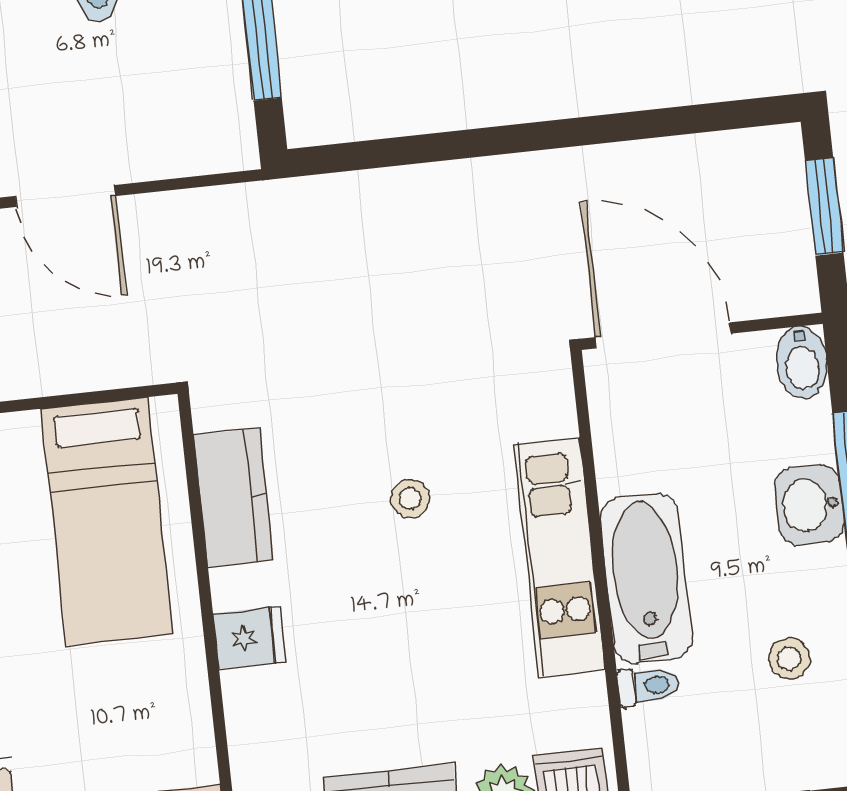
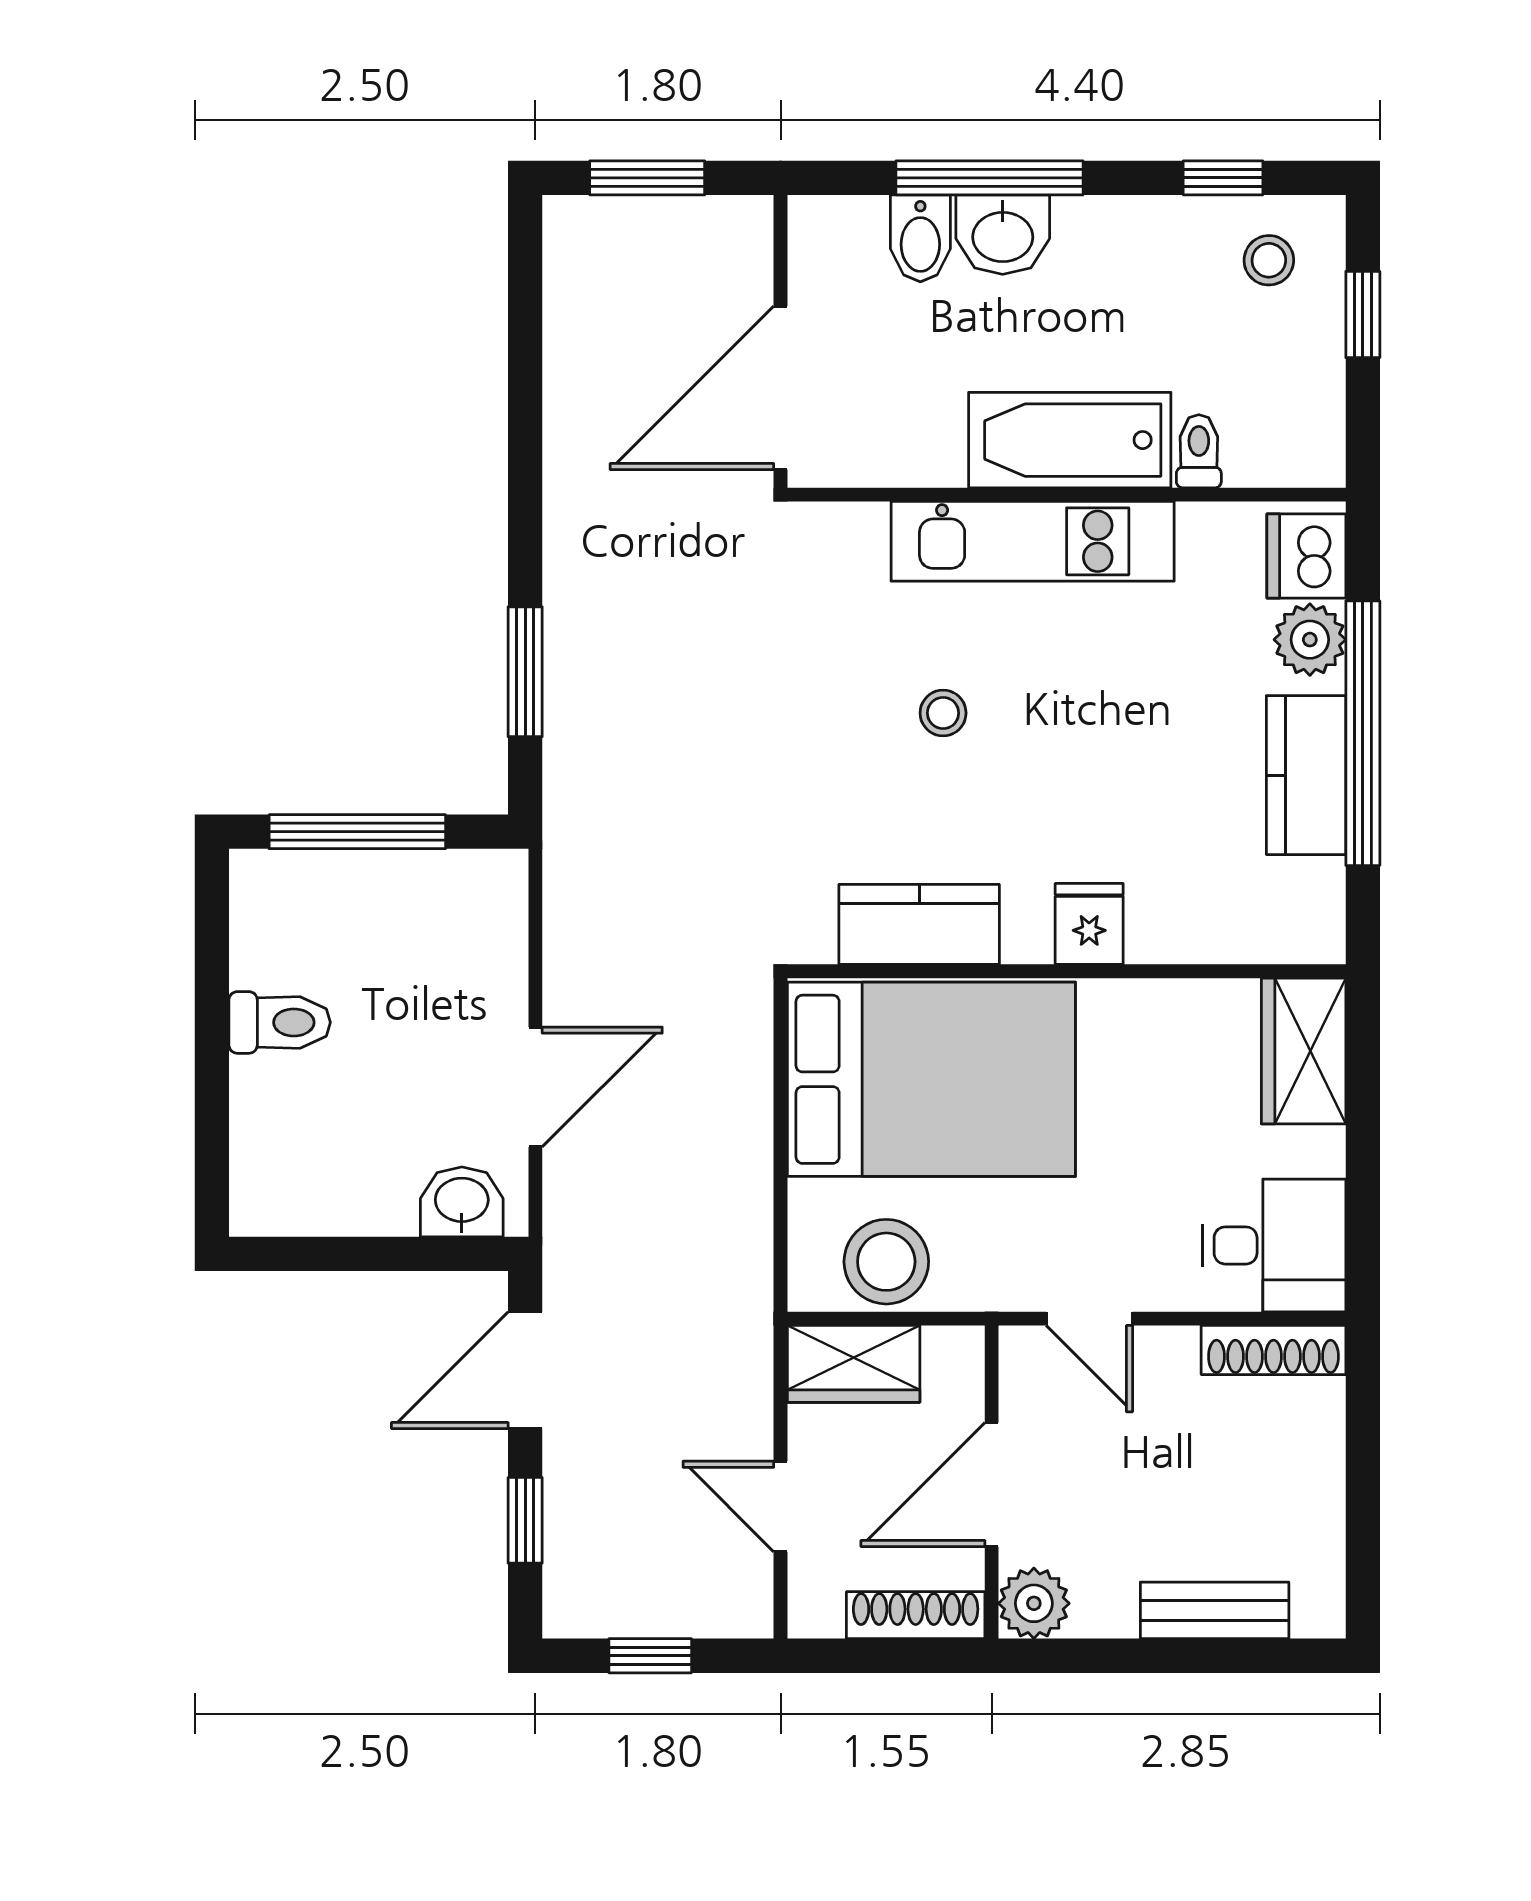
window: (407, 150) -> (525, 672), added
bidet: (802, 362) -> (920, 238), moved, turned 90
bed: (107, 522) -> (931, 1079), width x1.50
stool: (789, 658) -> (1269, 260), moved

